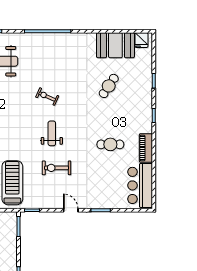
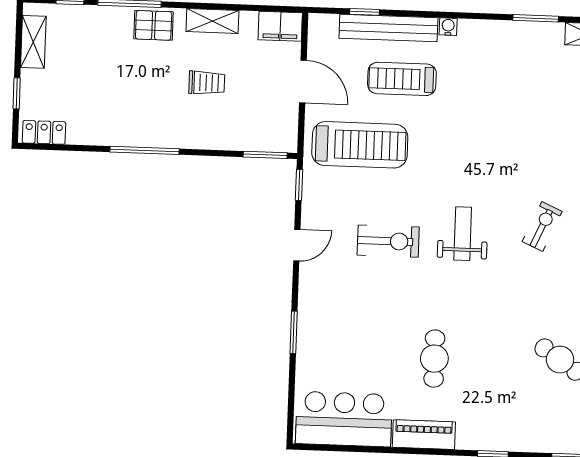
weight bench: (52, 133) -> (463, 234), turned -90
exercise bike: (57, 168) -> (388, 241), turned 90
door: (71, 210) -> (297, 245), moved

